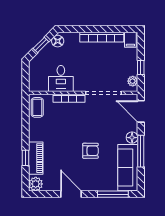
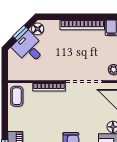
desk: (61, 79) -> (29, 48), moved, turned 135

